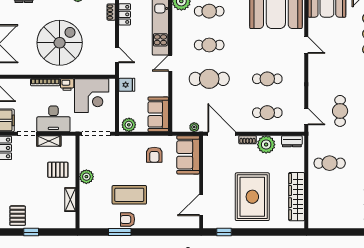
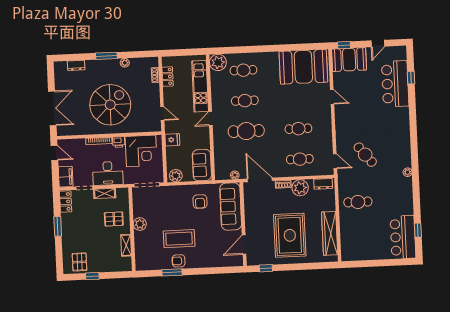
cafe table: (340, 111) -> (365, 155), turned -39
sofa: (188, 155) -> (231, 206), width x1.36

